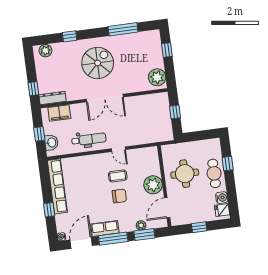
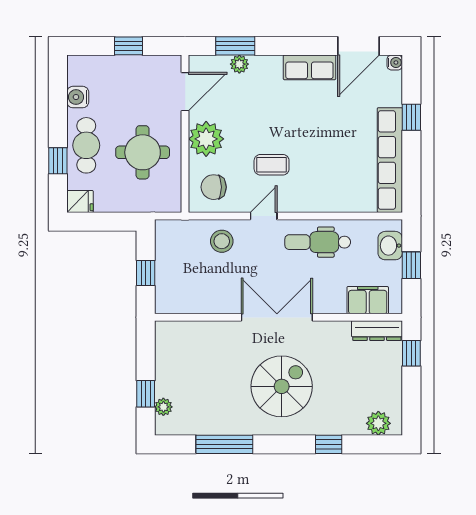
spiral stairs: (98, 63) -> (282, 386), turned 180
plant: (157, 77) -> (163, 407), moved, width x0.53, depth x0.53
stool: (138, 133) -> (222, 241), added
door: (118, 149) -> (264, 216), hinge flipped
chair: (119, 196) -> (214, 187), moved
fridge: (222, 210) -> (80, 201), moved
window: (113, 239) -> (296, 46), removed

